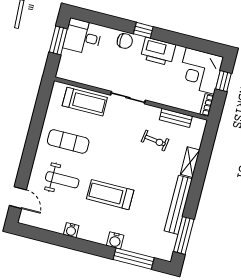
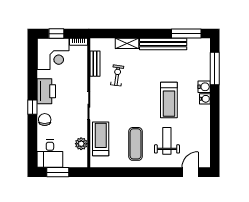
plant: (85, 77) -> (81, 144), added
water cooler: (71, 230) -> (205, 99), moved

